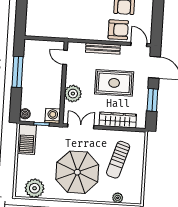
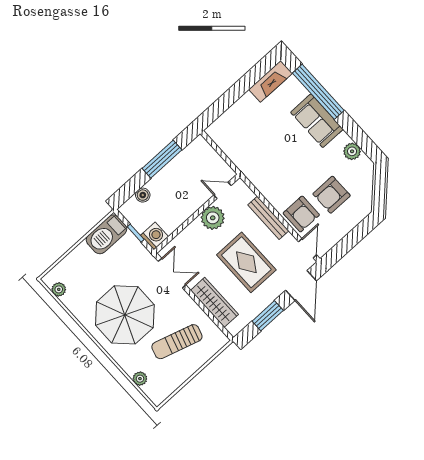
door: (65, 57) -> (223, 190), hinge flipped
plant: (73, 94) -> (213, 218), moved
boiler: (25, 114) -> (143, 195), moved
plant: (35, 188) -> (59, 289), width x0.53, depth x0.53

